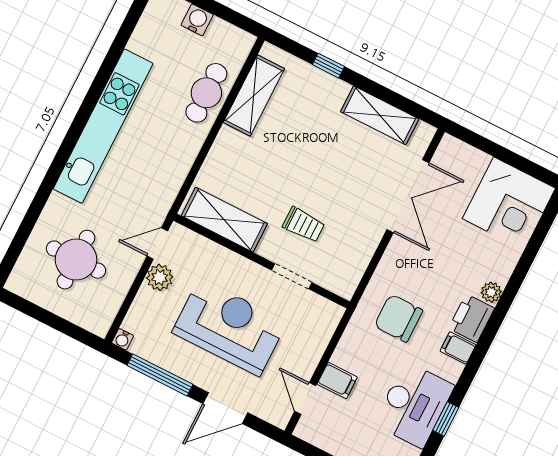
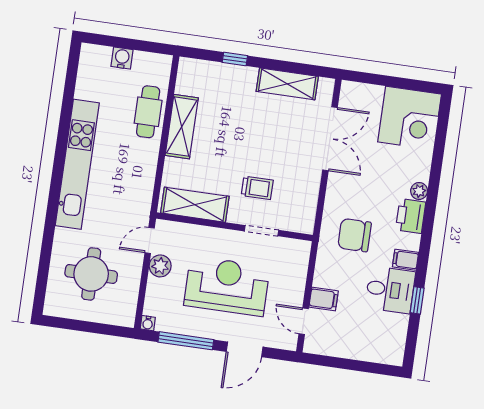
shelving: (254, 96) -> (182, 127), moved
filing cabinet: (458, 348) -> (406, 260), moved
desk: (414, 405) -> (390, 290), width x0.73

